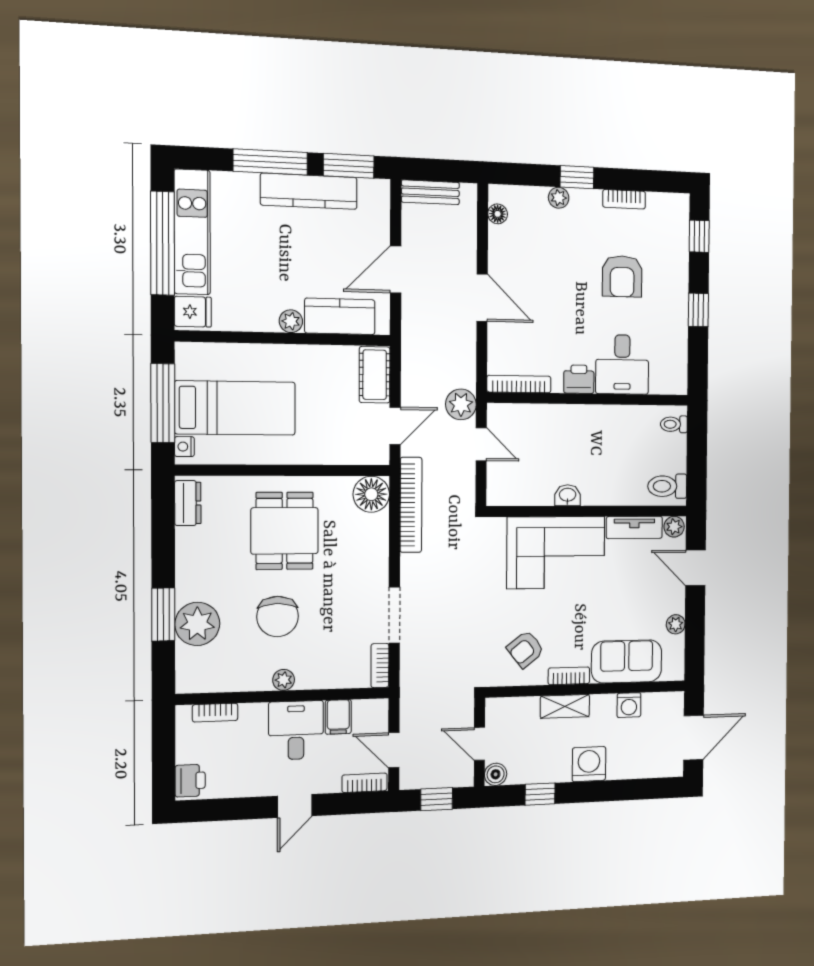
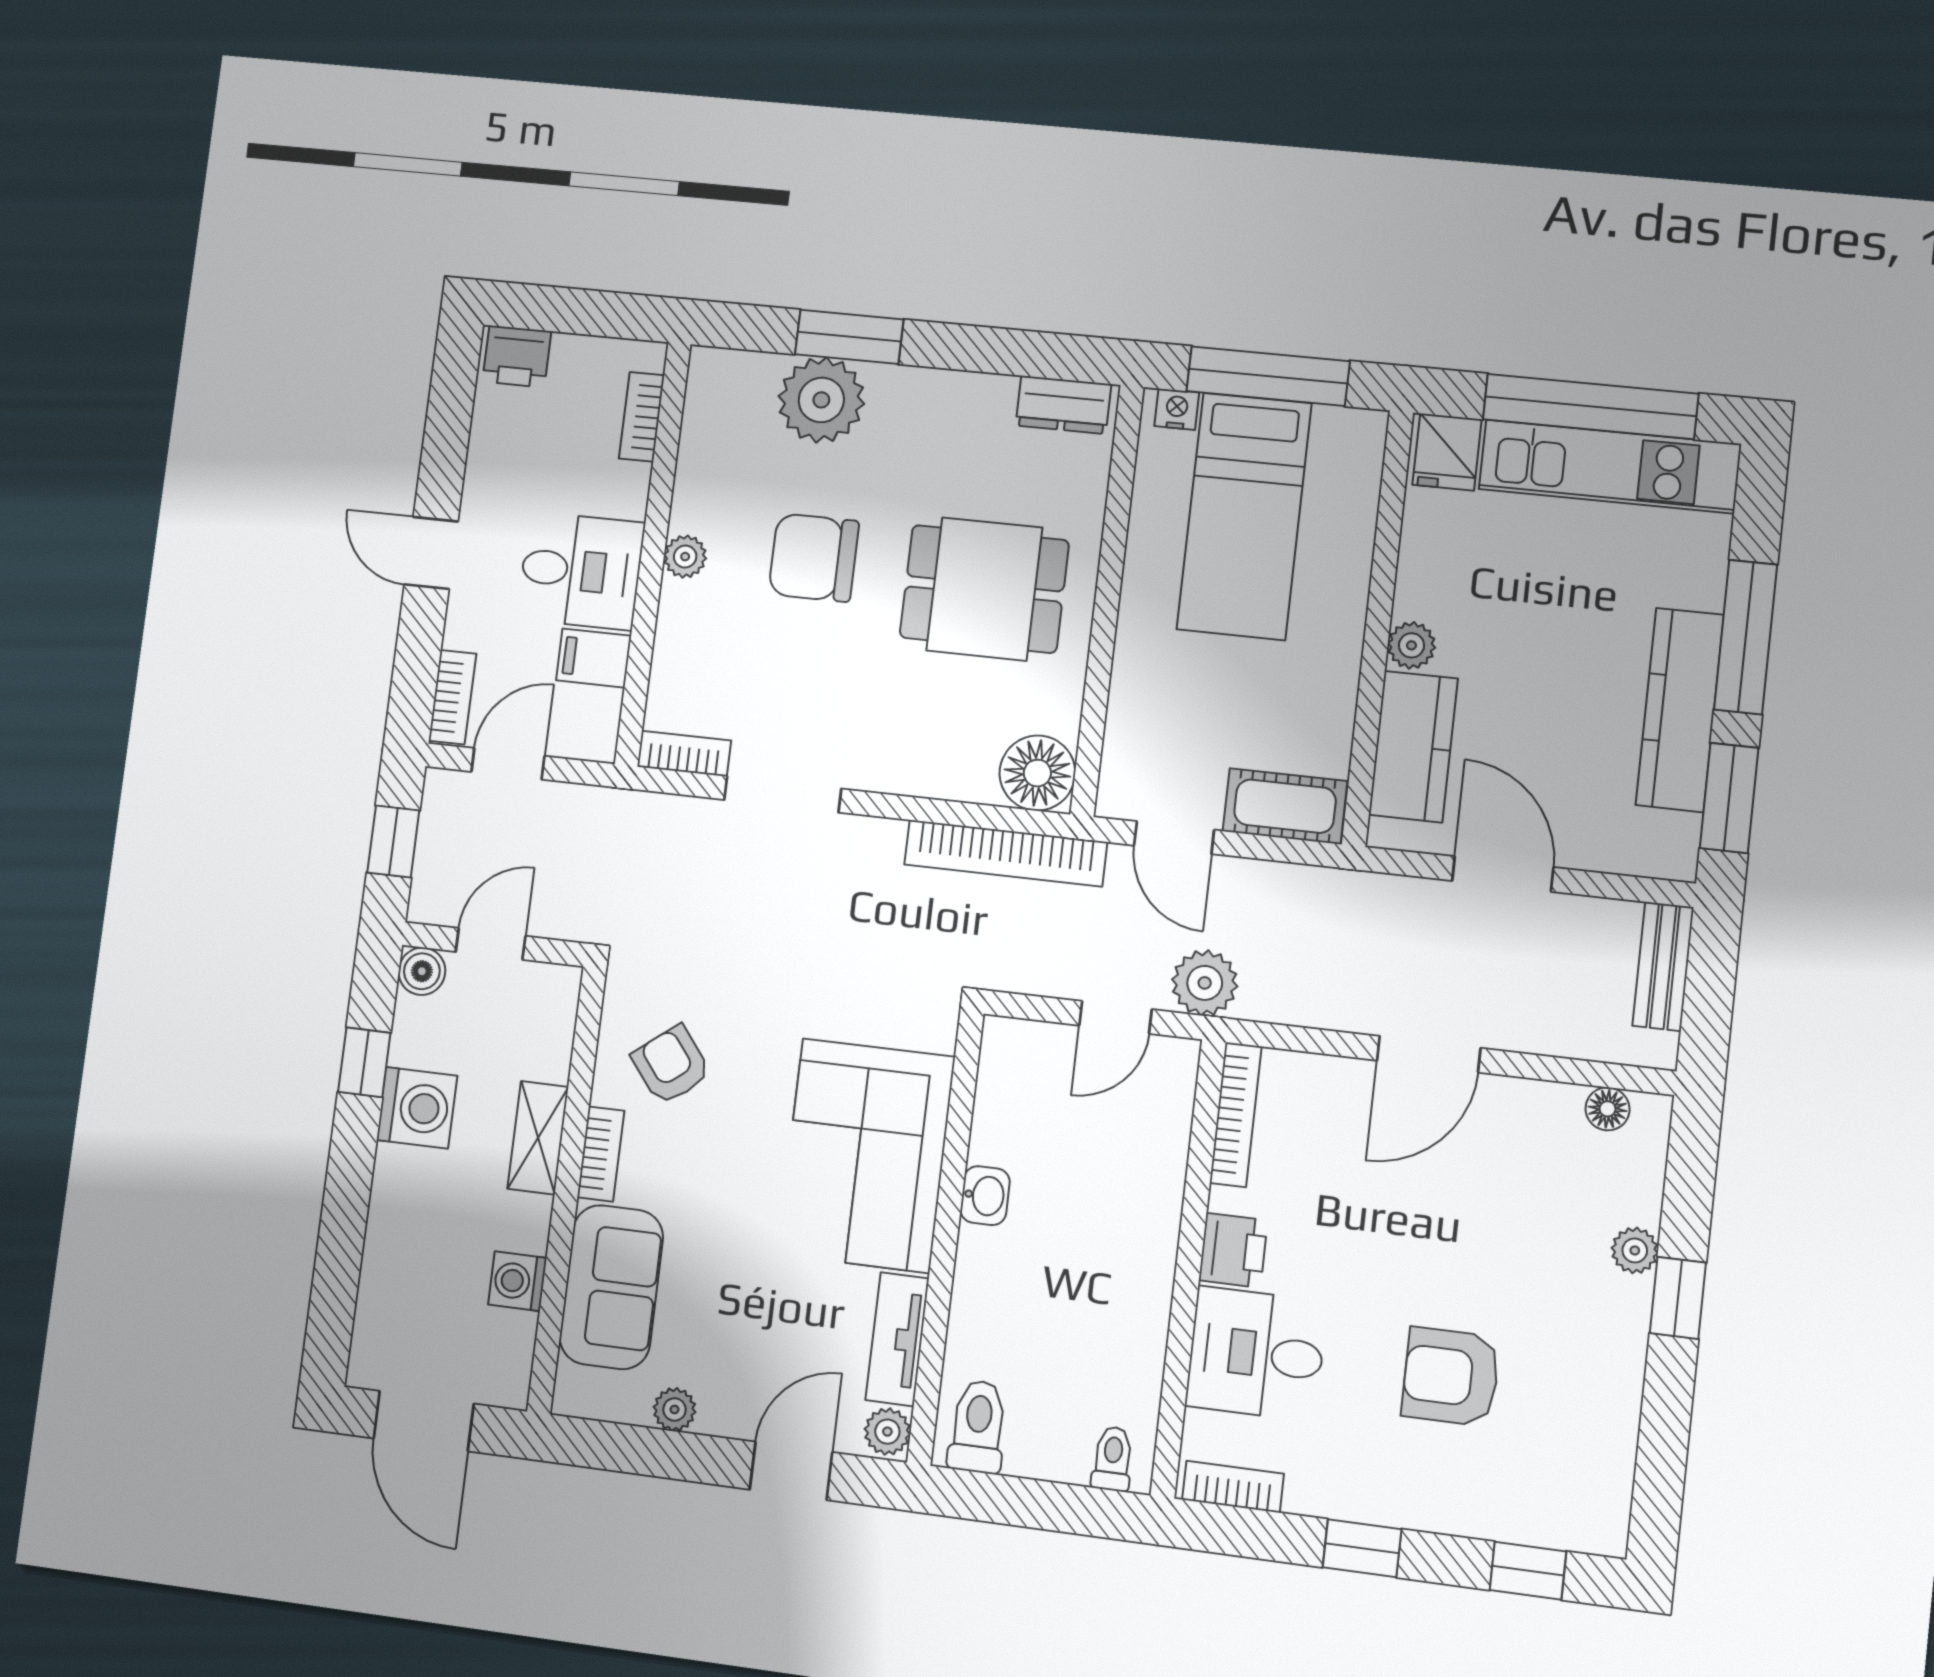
bookcase: (624, 199) -> (1233, 1487), moved, turned 90
washing machine: (589, 764) -> (417, 1108), moved

